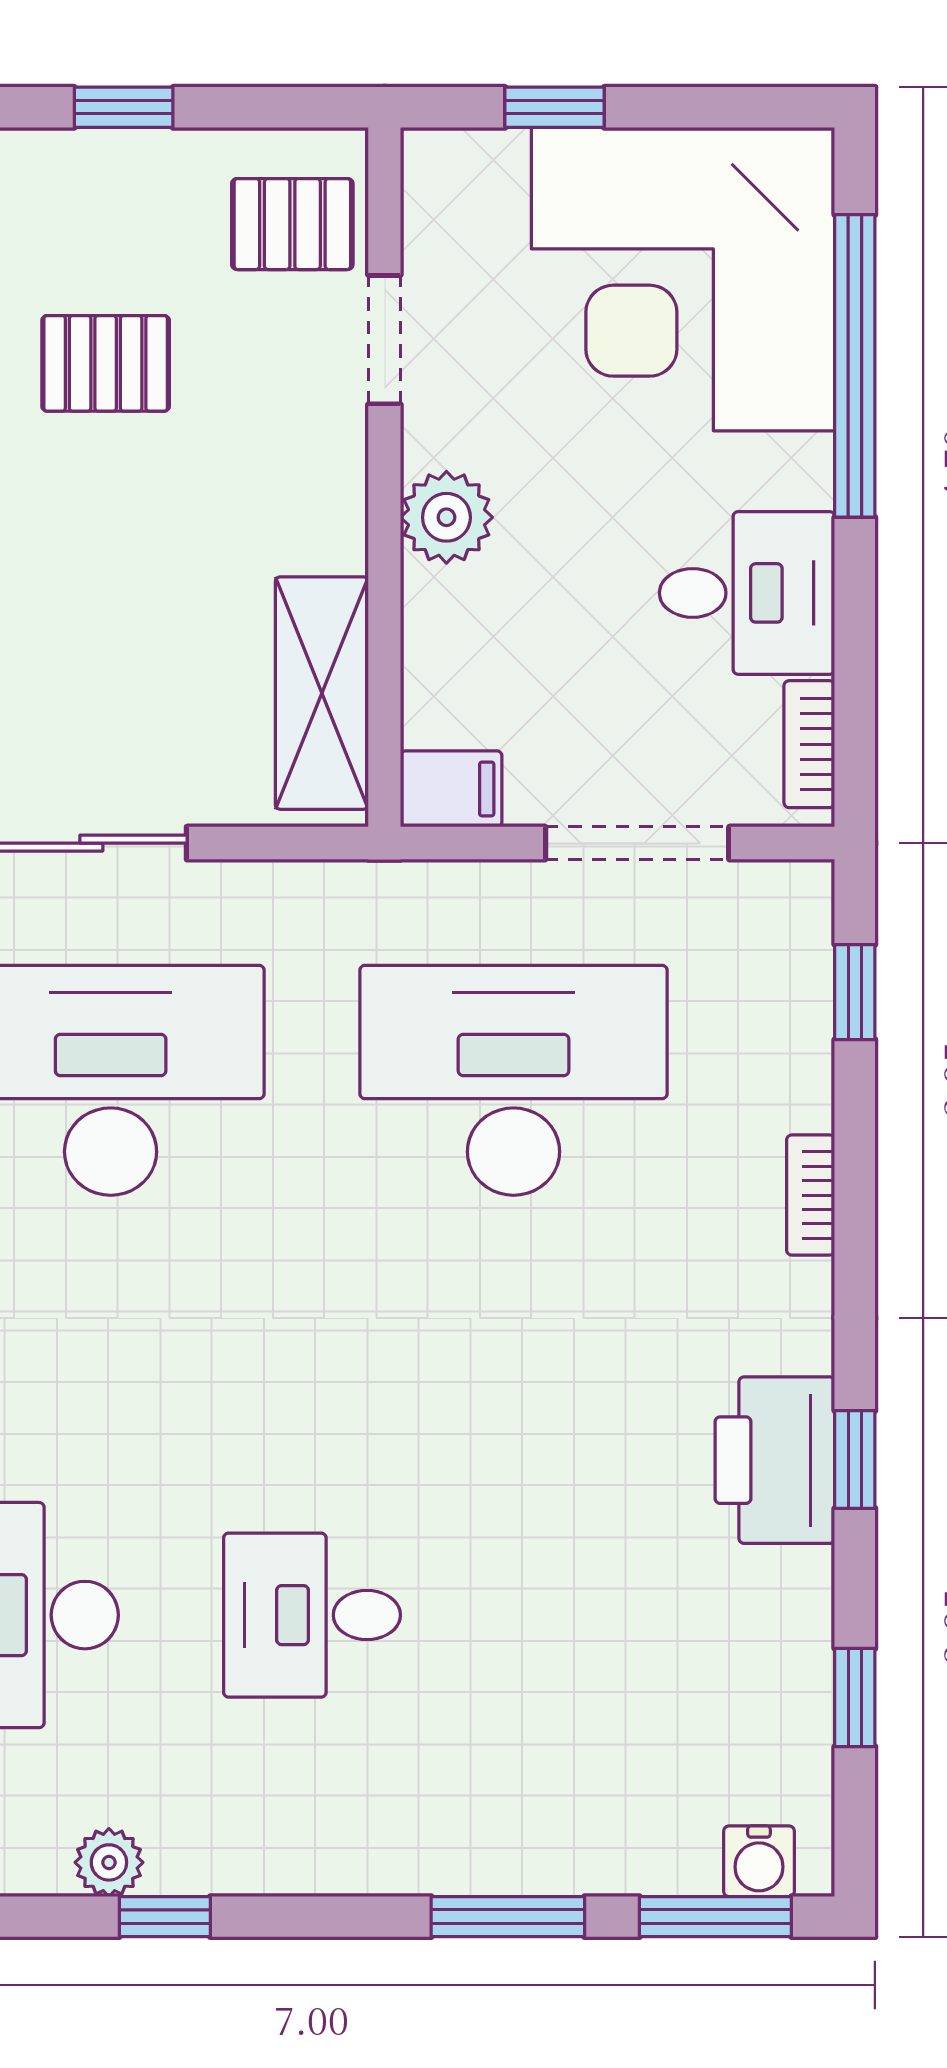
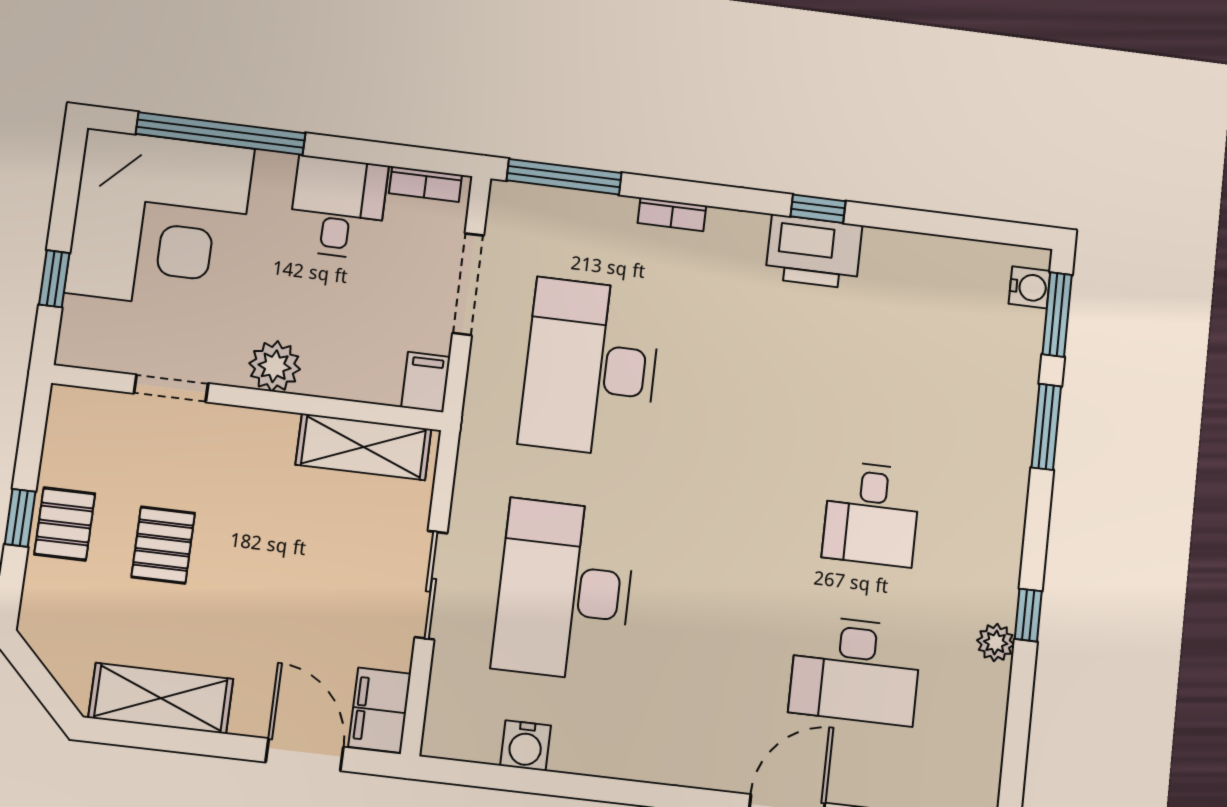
pallet: (292, 224) -> (65, 524), moved
window: (855, 992) -> (564, 177), width x2.17
window: (855, 1697) -> (946, 225), removed

